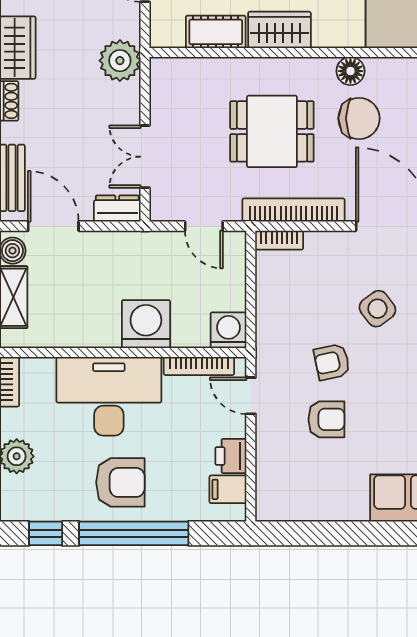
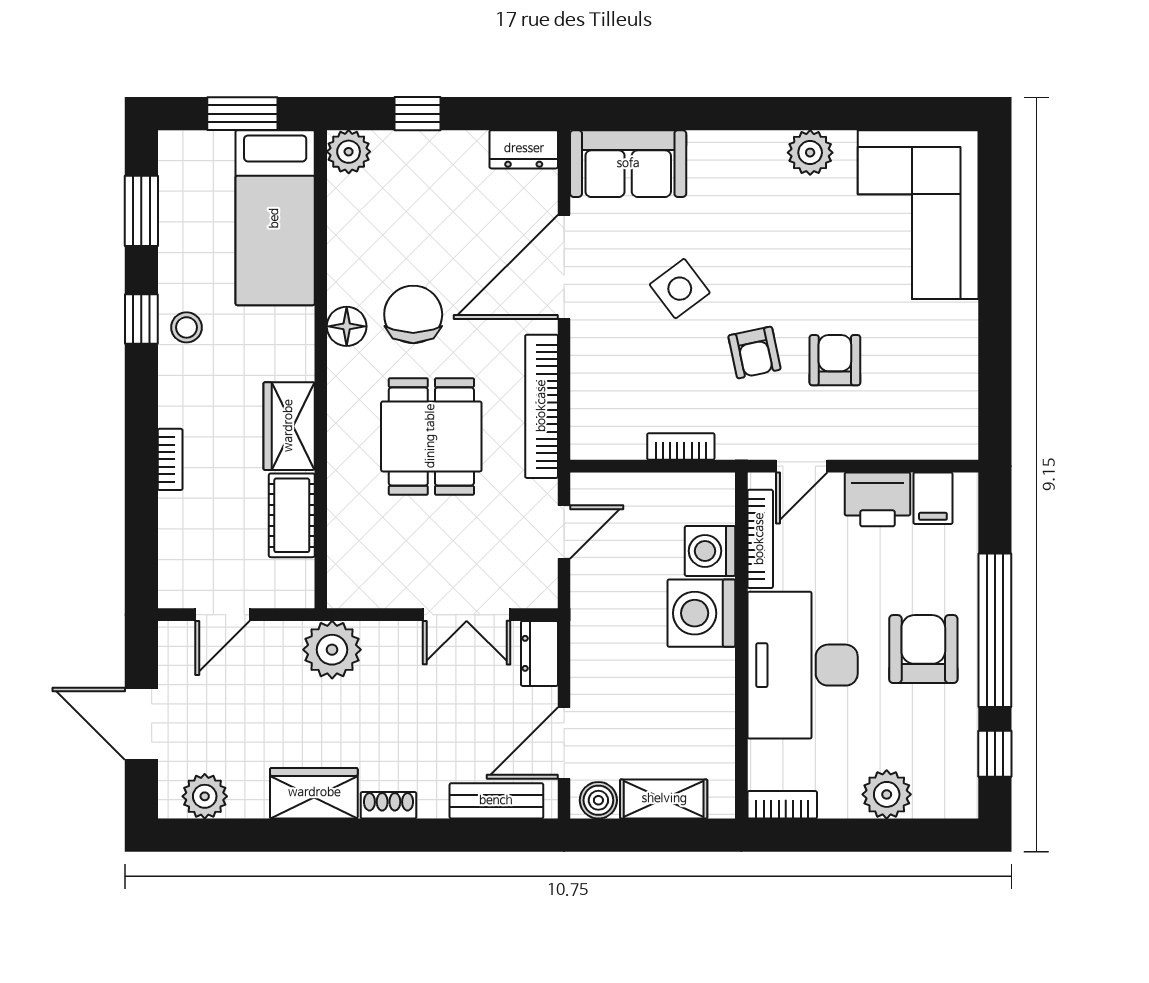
bookcase: (279, 240) -> (681, 447), moved, turned -90
washing machine: (228, 330) -> (710, 551), moved
printer: (231, 456) -> (878, 499), width x1.36, depth x1.24

